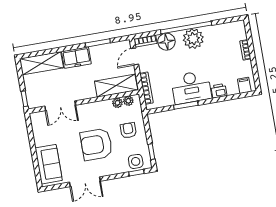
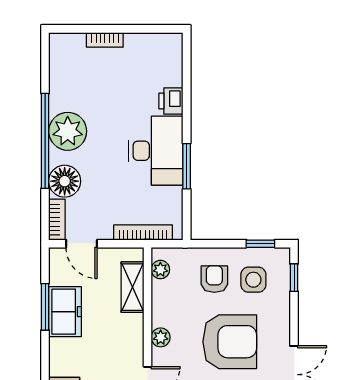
freezer: (76, 58) -> (65, 312), moved
filing cabinet: (244, 85) -> (169, 53), removed
shelving: (116, 86) -> (133, 287), width x0.67, depth x0.75
plant: (117, 103) -> (161, 337), moved
armchair: (128, 130) -> (214, 279), turned 90
armchair: (96, 144) -> (230, 342), turned -90
side table: (136, 161) -> (253, 280), moved

